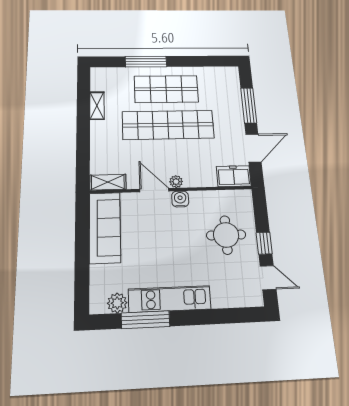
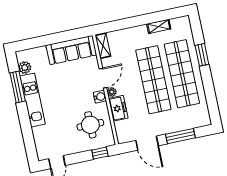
window: (146, 62) -> (202, 55), width x0.69
shop shelf: (166, 89) -> (182, 74), width x1.40
freezer: (234, 176) -> (118, 108), moved
round table: (226, 235) -> (90, 125), moved
window: (264, 243) -> (100, 153), moved

